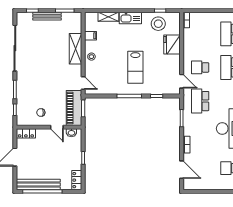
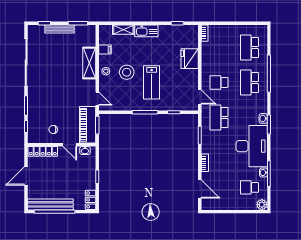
stool: (158, 24) -> (127, 72), moved
locker: (26, 133) -> (43, 151), width x1.53

